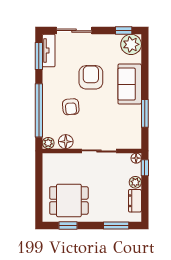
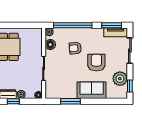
plant: (131, 44) -> (120, 79), moved
armchair: (91, 77) -> (96, 63), turned -90
window: (145, 168) -> (13, 101), moved

